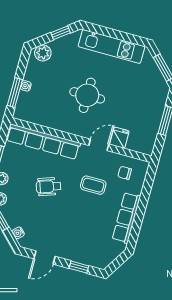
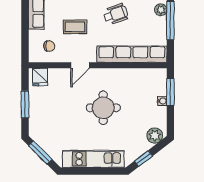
fridge: (119, 138) -> (40, 77), moved

